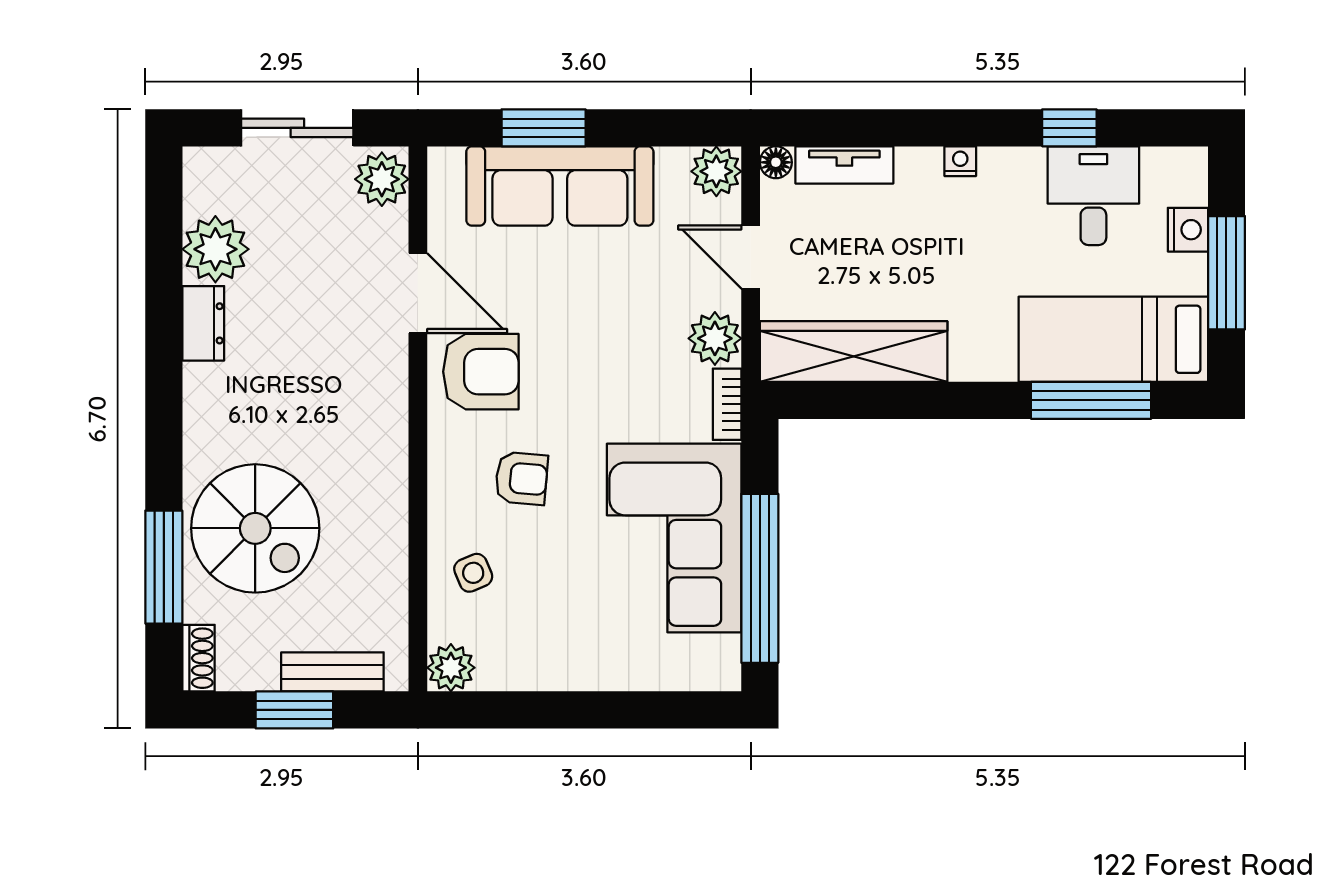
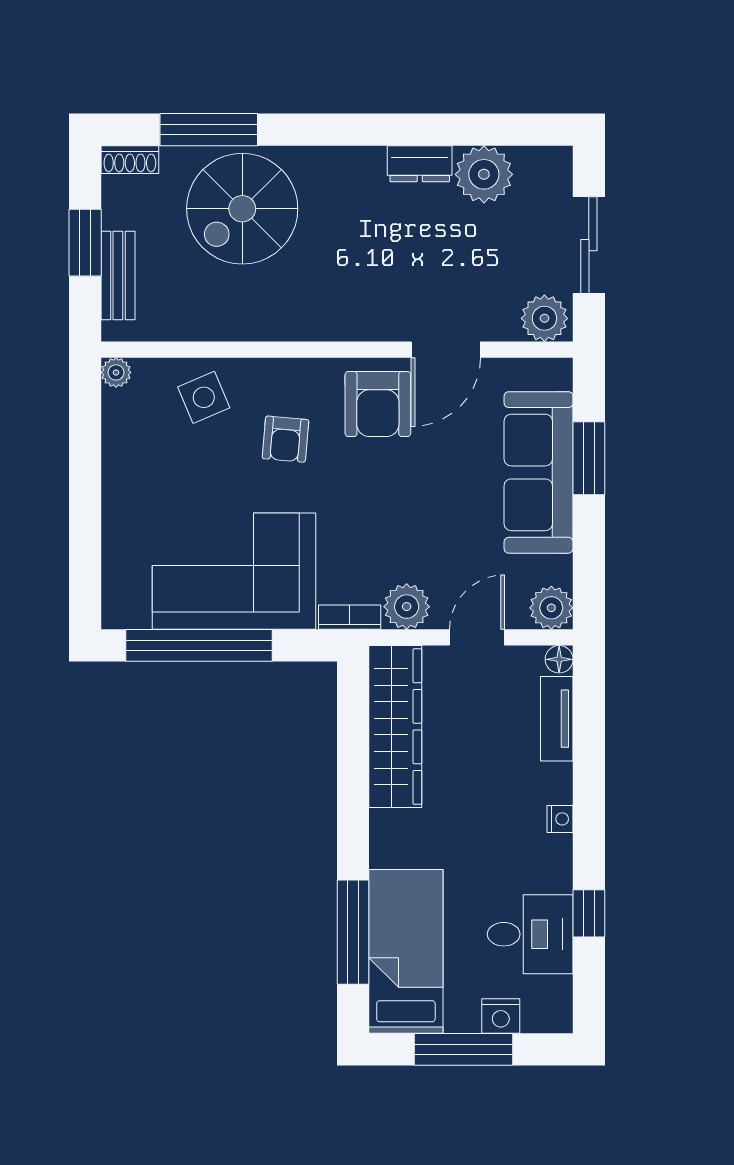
side table: (473, 573) -> (204, 397), width x1.37, depth x1.37
plant: (451, 668) -> (116, 372), width x0.73, depth x0.73

